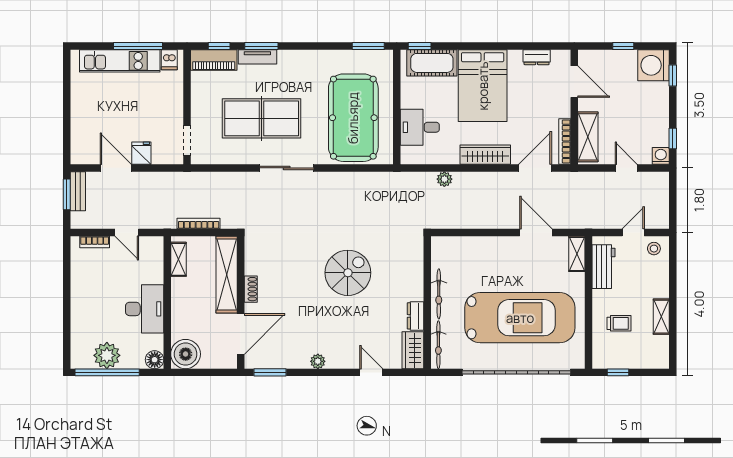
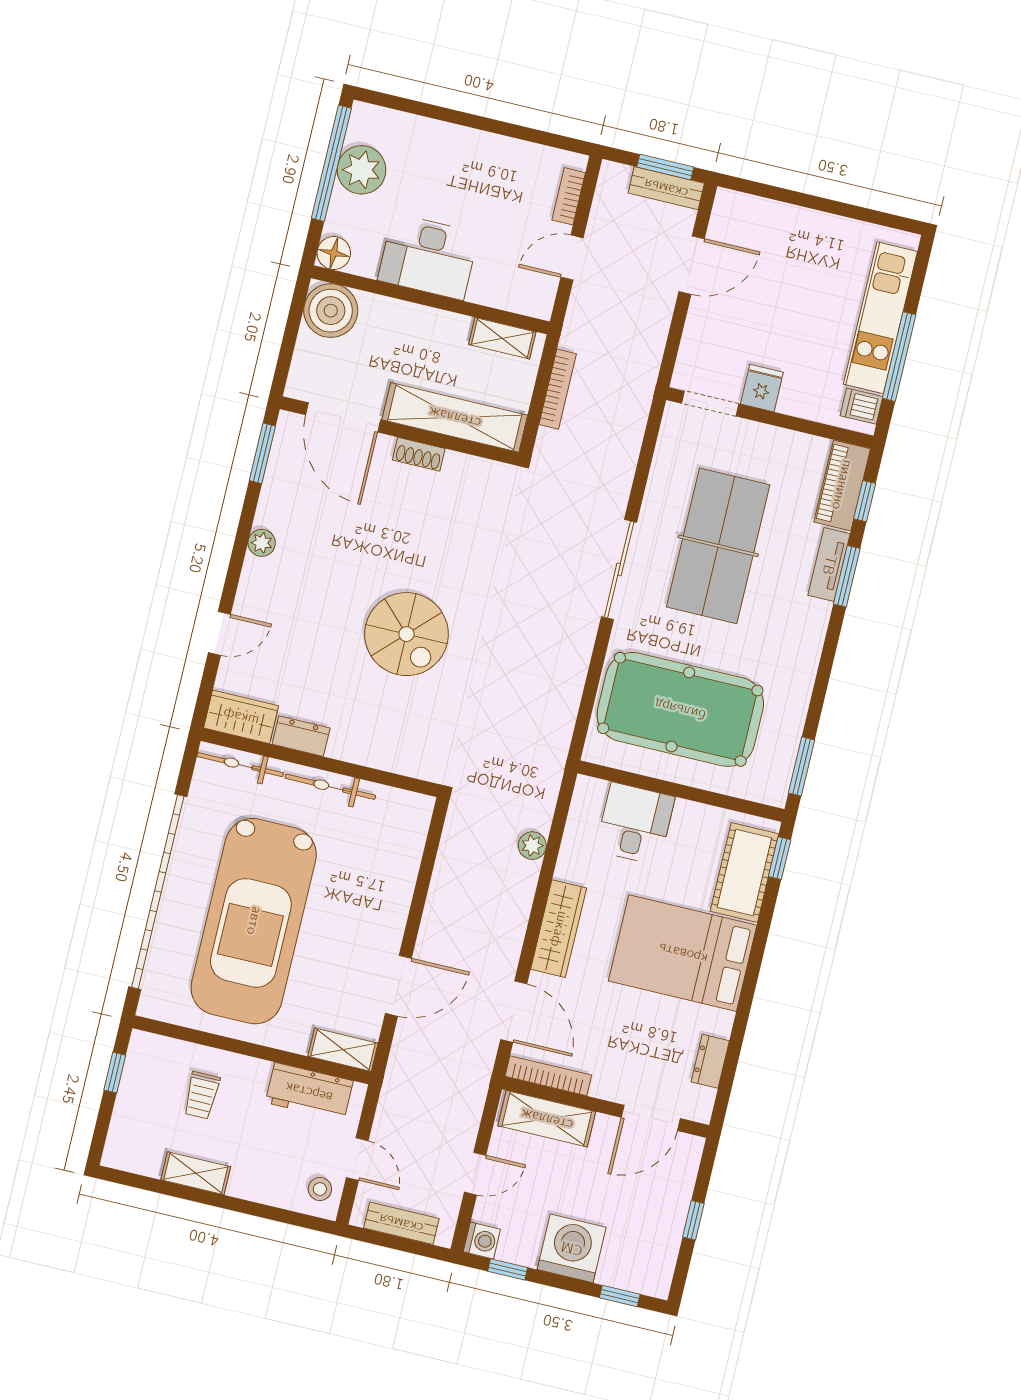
washing machine: (654, 65) -> (572, 1248), moved
fridge: (141, 153) -> (762, 388), moved, turned -90
bench: (662, 201) -> (401, 1223), added

